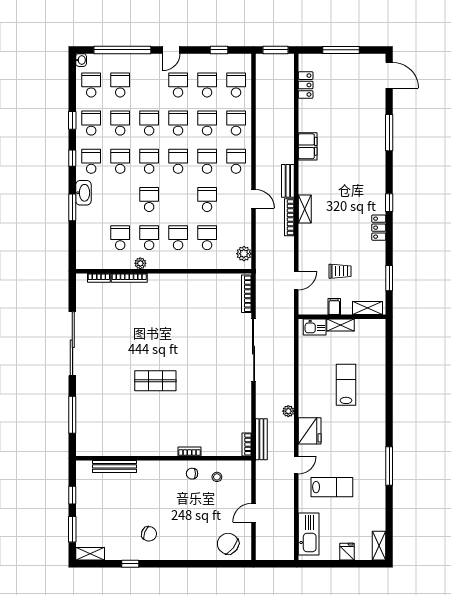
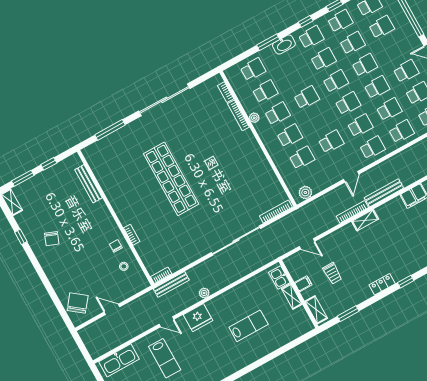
bench: (288, 181) -> (384, 193), width x1.36
school desk: (91, 238) -> (253, 69), added
shop shelf: (155, 381) -> (171, 179), width x2.00, depth x1.36

